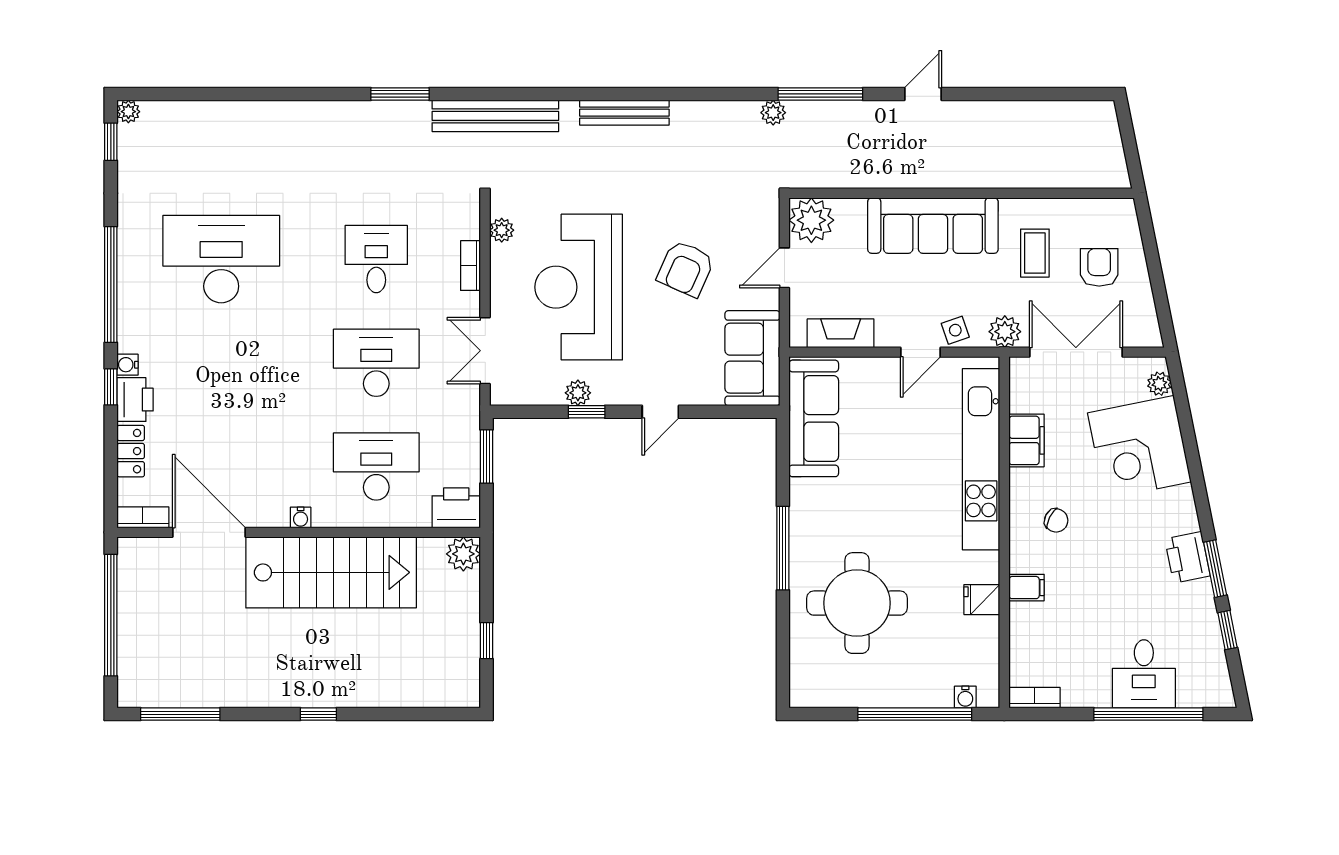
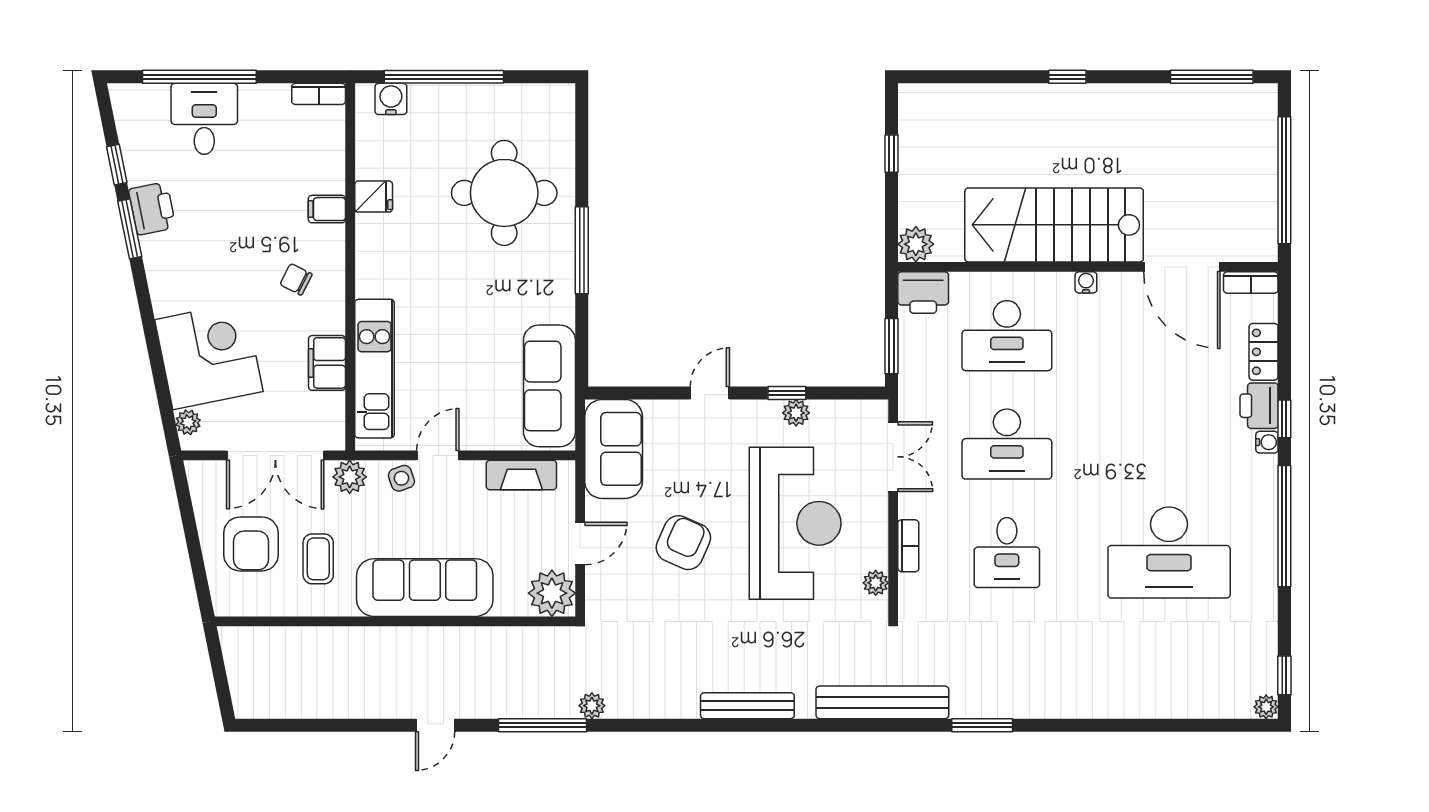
armchair: (1099, 267) -> (251, 544), width x1.38, depth x1.38
kitchen unit: (981, 459) -> (375, 369), width x0.73
printer: (1187, 557) -> (152, 208), moved
water cooler: (965, 697) -> (391, 99), width x1.38, depth x1.38

